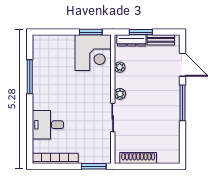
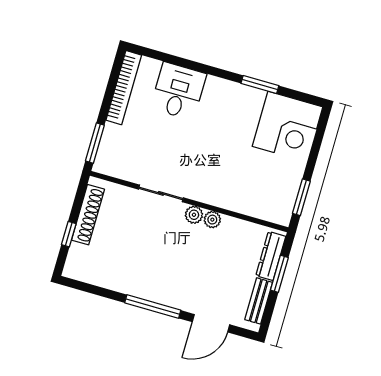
corner desk: (93, 53) -> (287, 127), moved, turned -90
plant: (120, 67) -> (212, 220), moved
window: (30, 77) -> (260, 85), width x0.69
window: (153, 166) -> (69, 234), added

